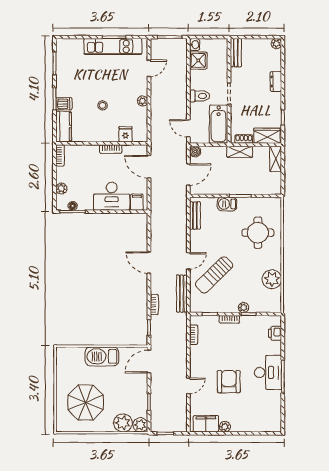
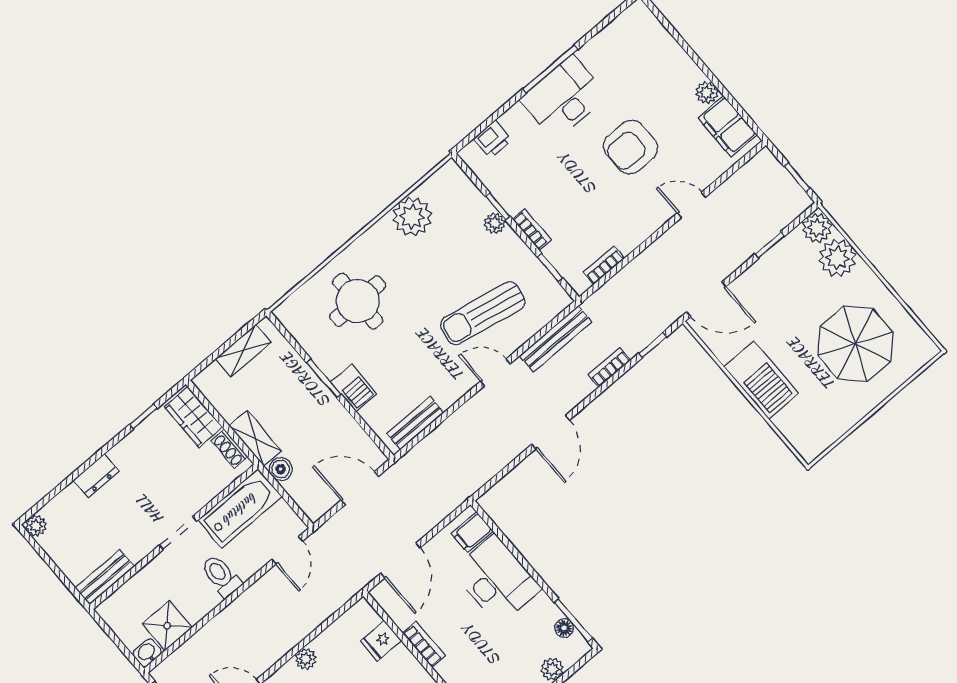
boiler: (195, 152) -> (281, 469), moved
shelving: (276, 159) -> (243, 350), moved
sun lounger: (214, 275) -> (483, 313), turned 145

